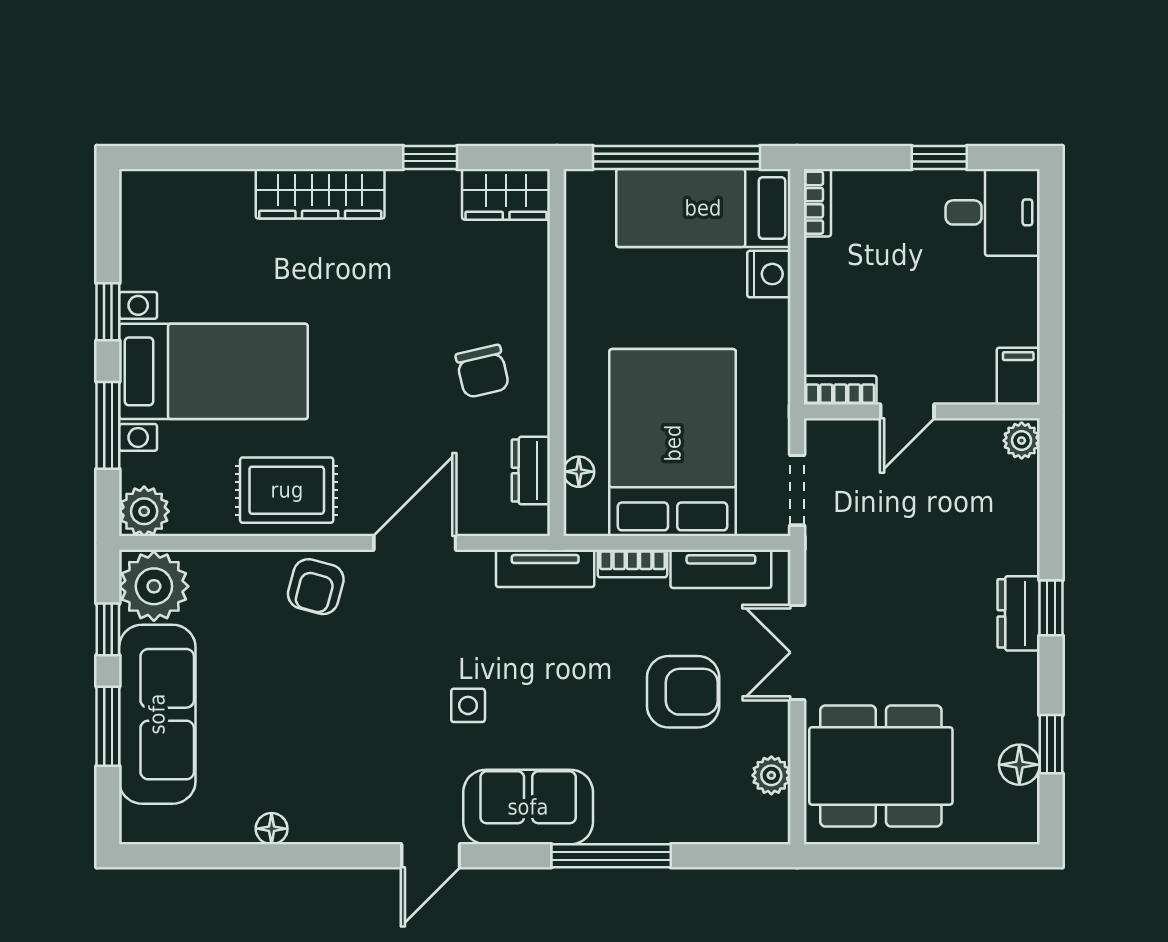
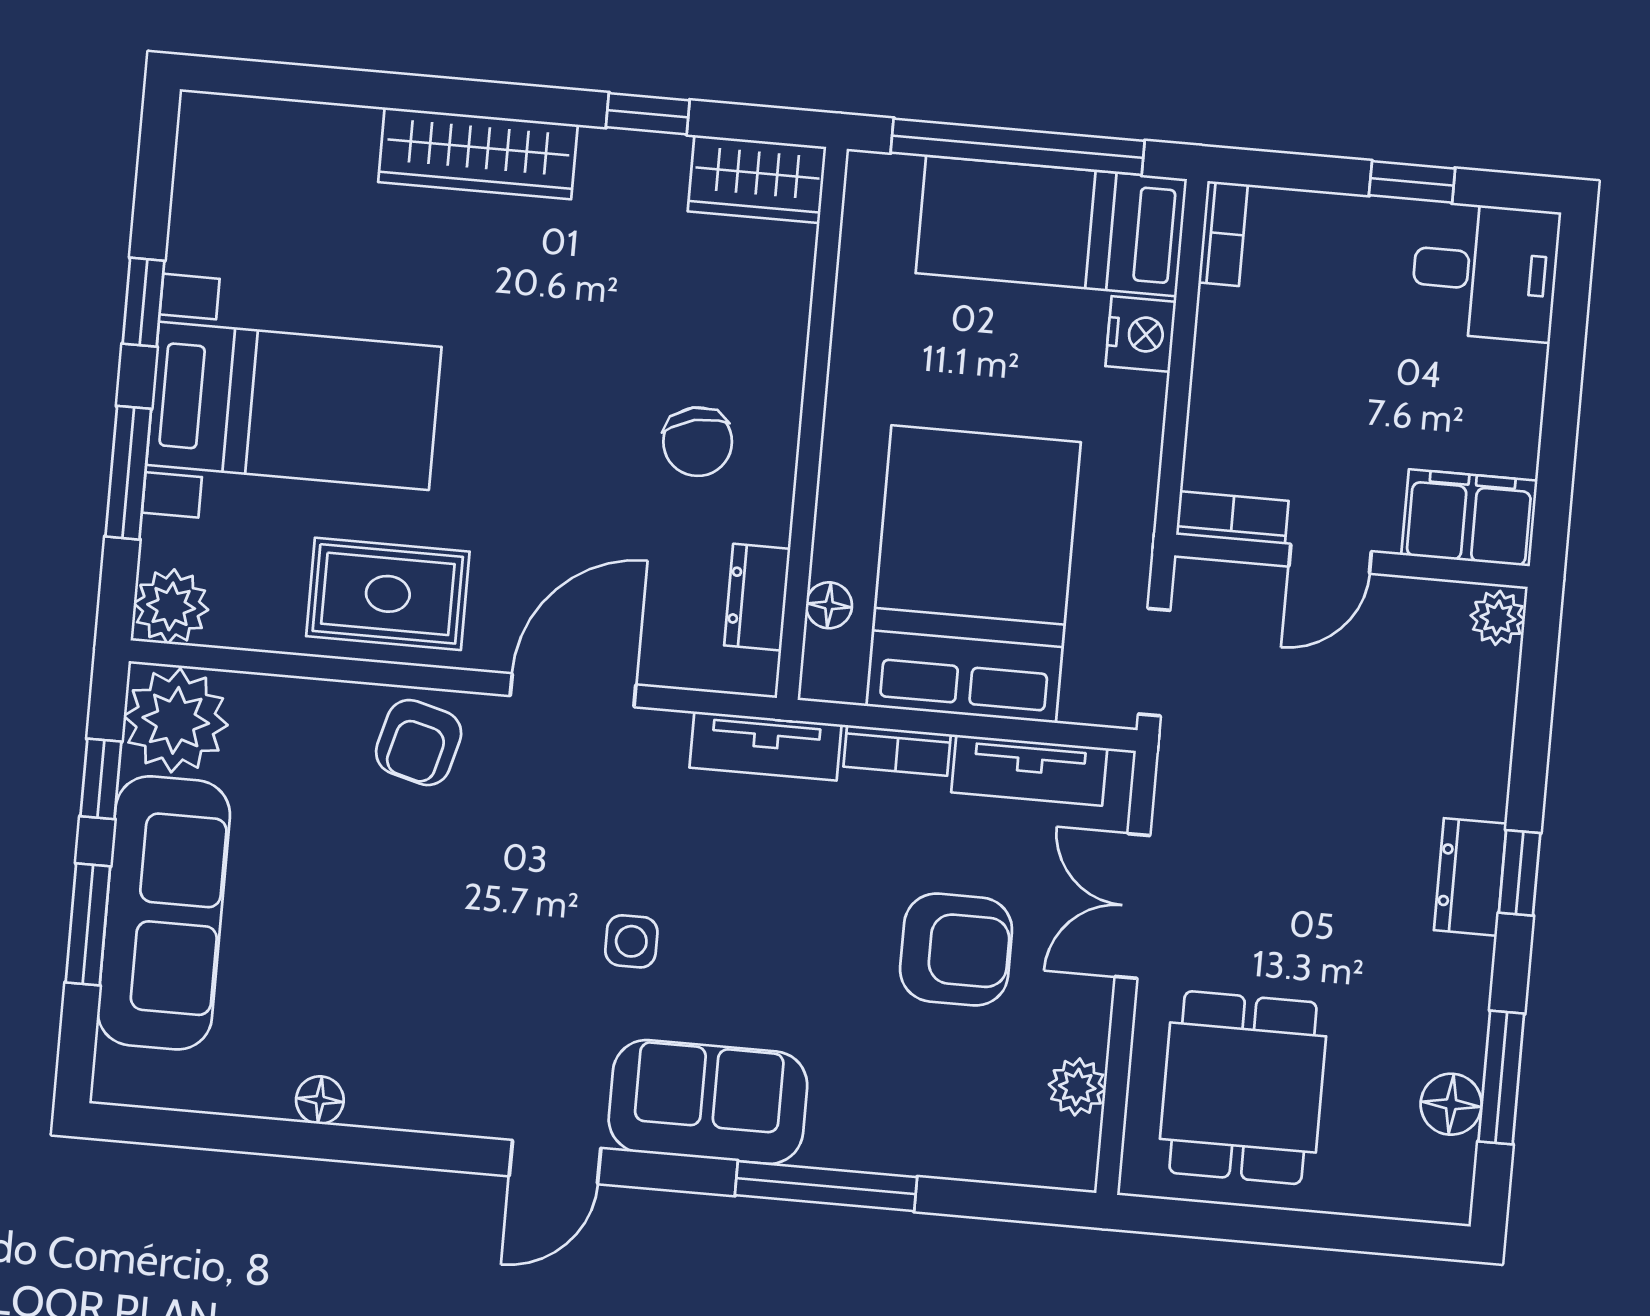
filing cabinet: (1018, 376) -> (1469, 518), width x2.00
window: (1051, 744) -> (1501, 1077), width x1.50
dining table: (881, 766) -> (1243, 1088), width x0.73

